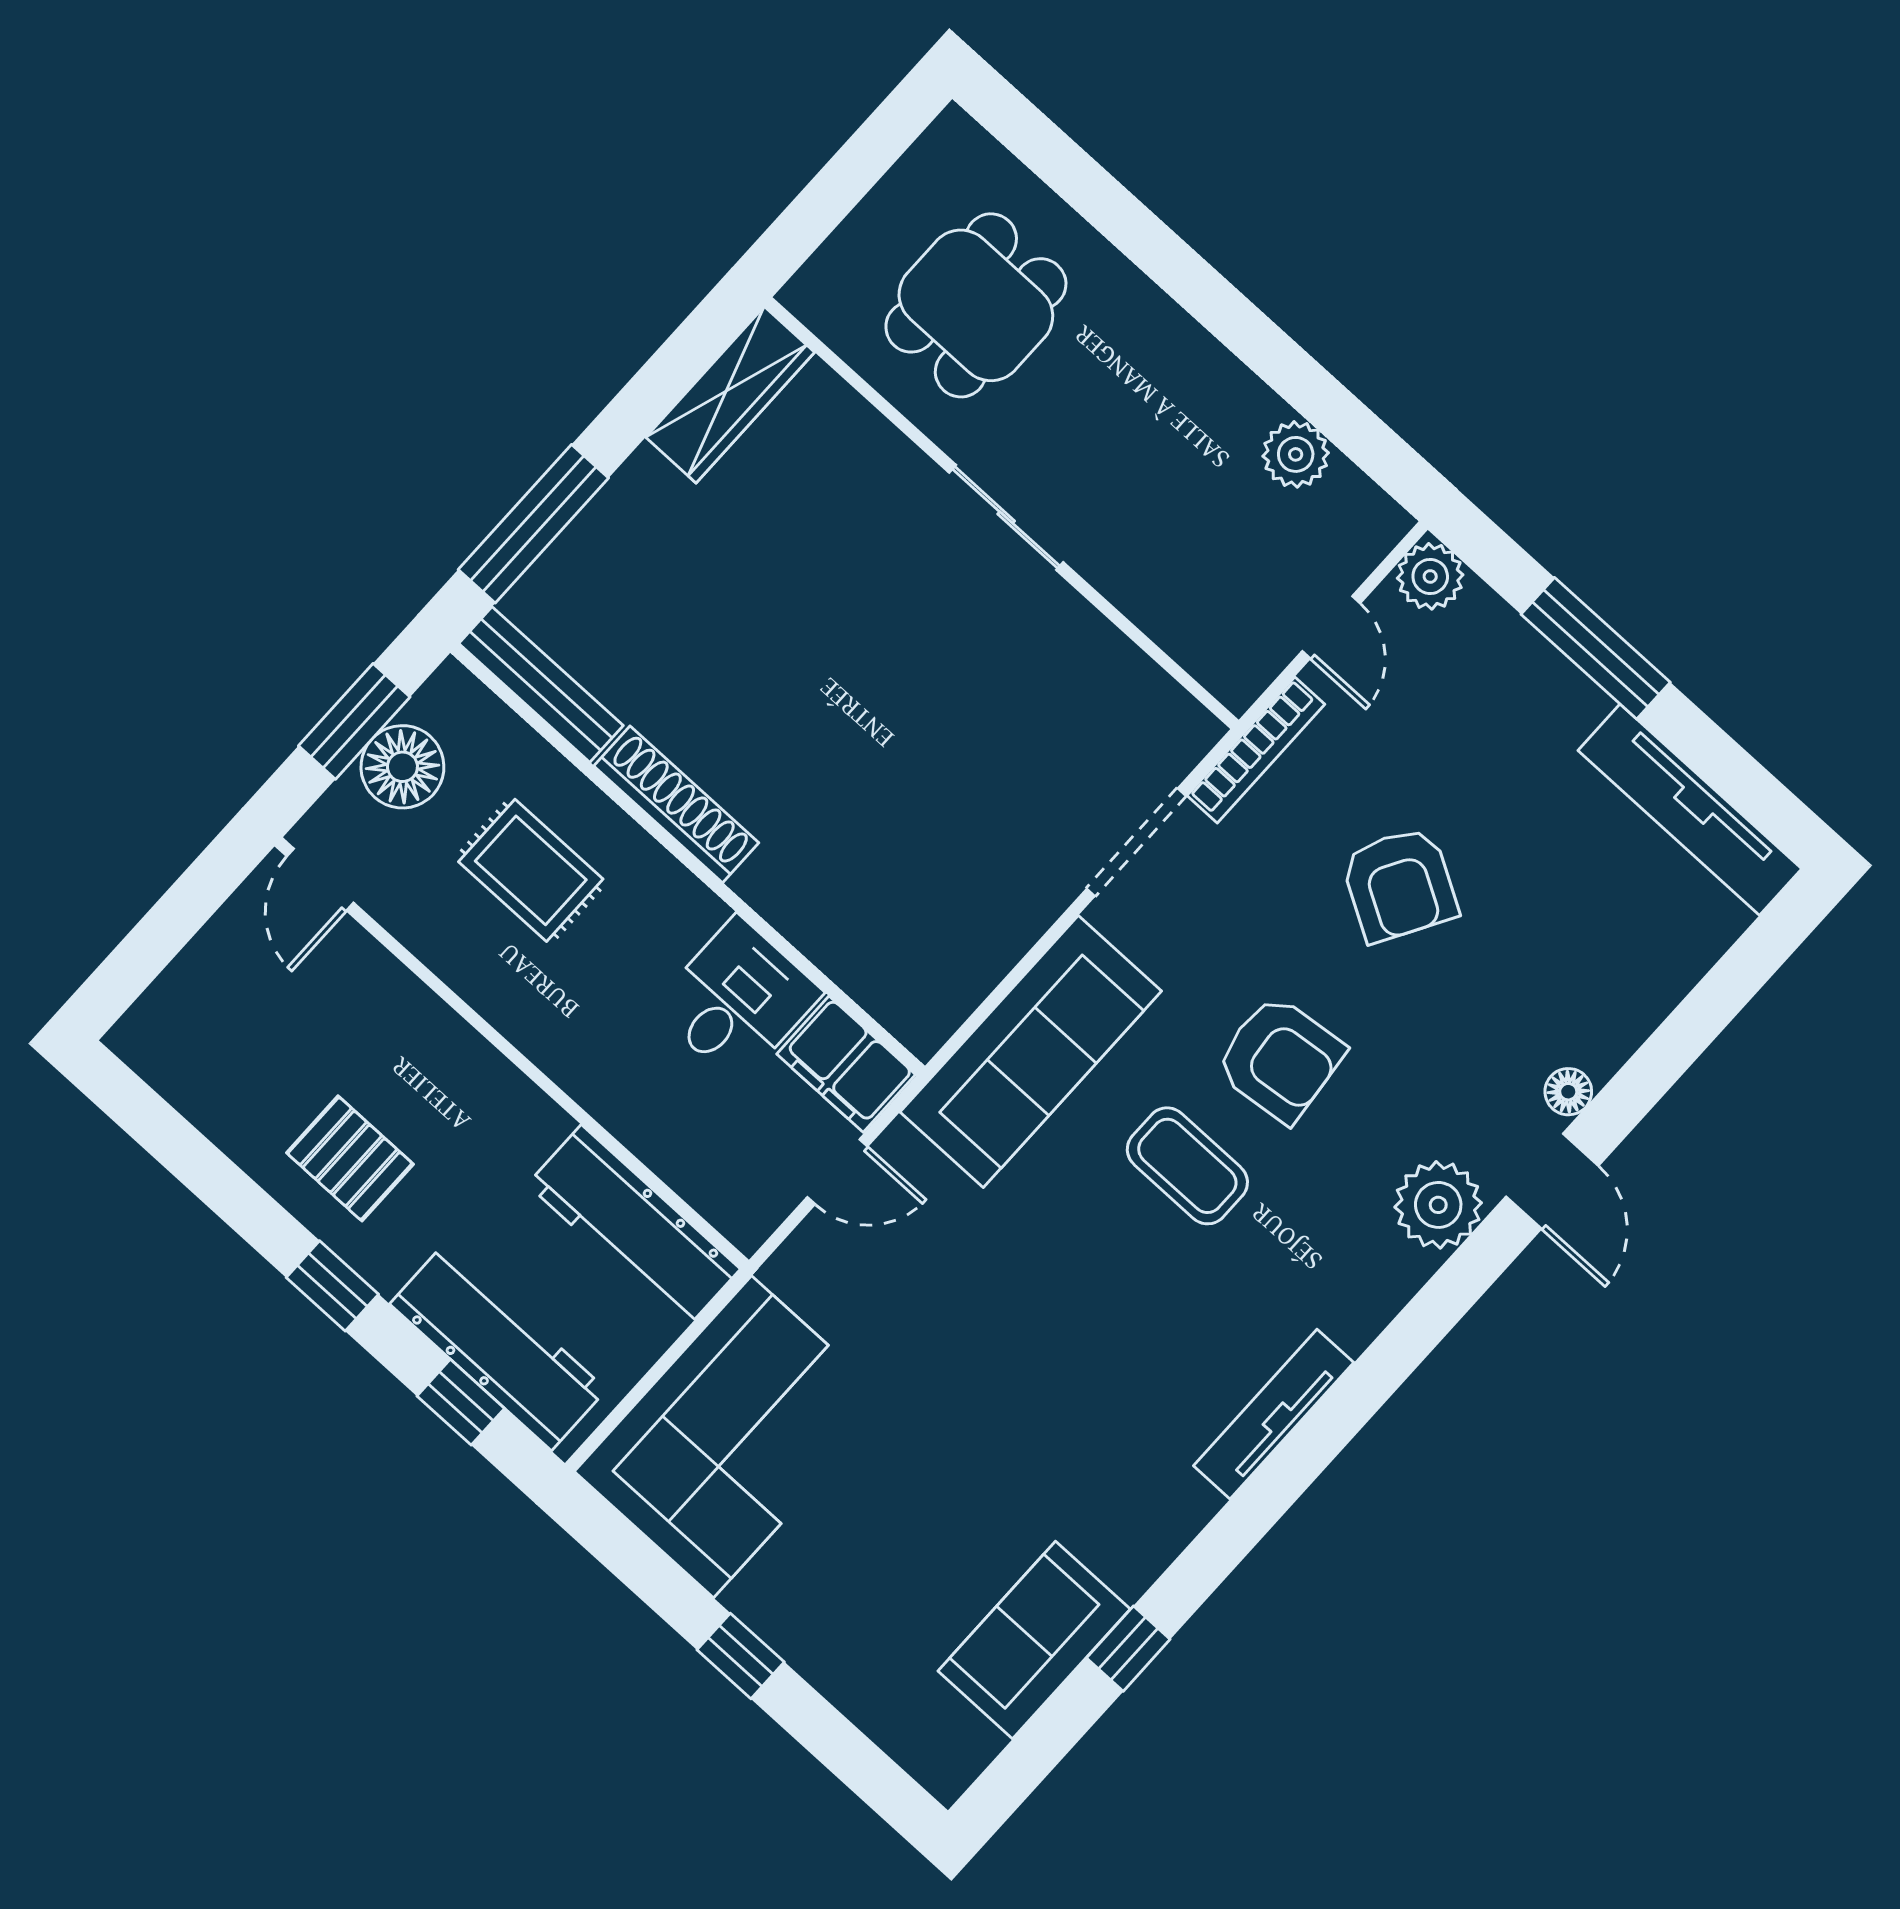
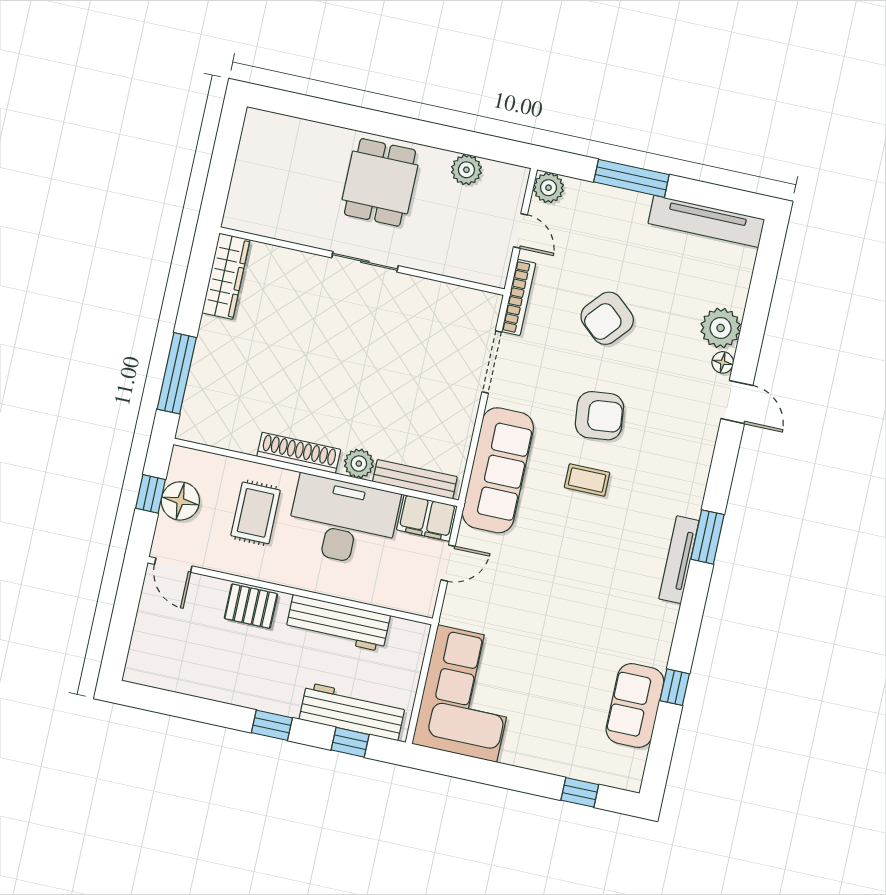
dining table: (976, 305) -> (380, 182), moved
bench: (541, 684) -> (415, 479), moved
window: (354, 721) -> (150, 494), width x0.67
rug: (531, 870) -> (256, 513), turned 90
armchair: (1399, 884) -> (607, 318), turned 101
plant: (777, 889) -> (359, 464), added
desk: (737, 1000) -> (343, 521), width x1.87, depth x1.30
pallet: (350, 1158) -> (251, 606), moved
coffee table: (1187, 1166) -> (587, 480), width x0.73, depth x0.77
plant: (1438, 1205) -> (721, 328), moved
workbench: (634, 1227) -> (338, 623), moved
window: (1352, 1402) -> (707, 537), added
window: (741, 1656) -> (580, 792), moved

